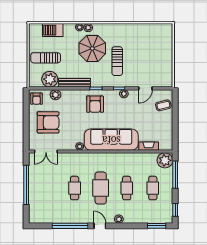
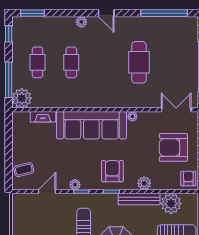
plant: (56, 95) -> (144, 183), moved
cafe table: (75, 188) -> (139, 62), width x1.37, depth x1.35
cafe table: (101, 188) -> (105, 62), removed
window: (70, 226) -> (164, 13), moved

